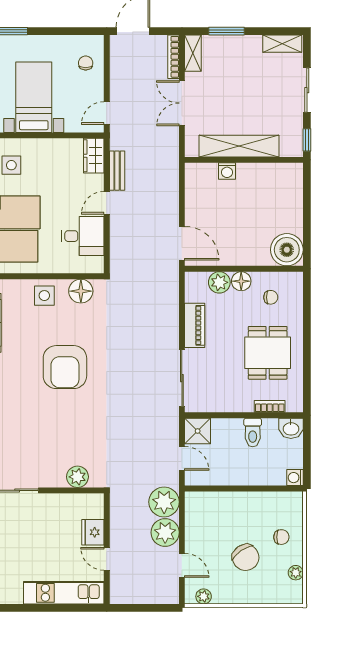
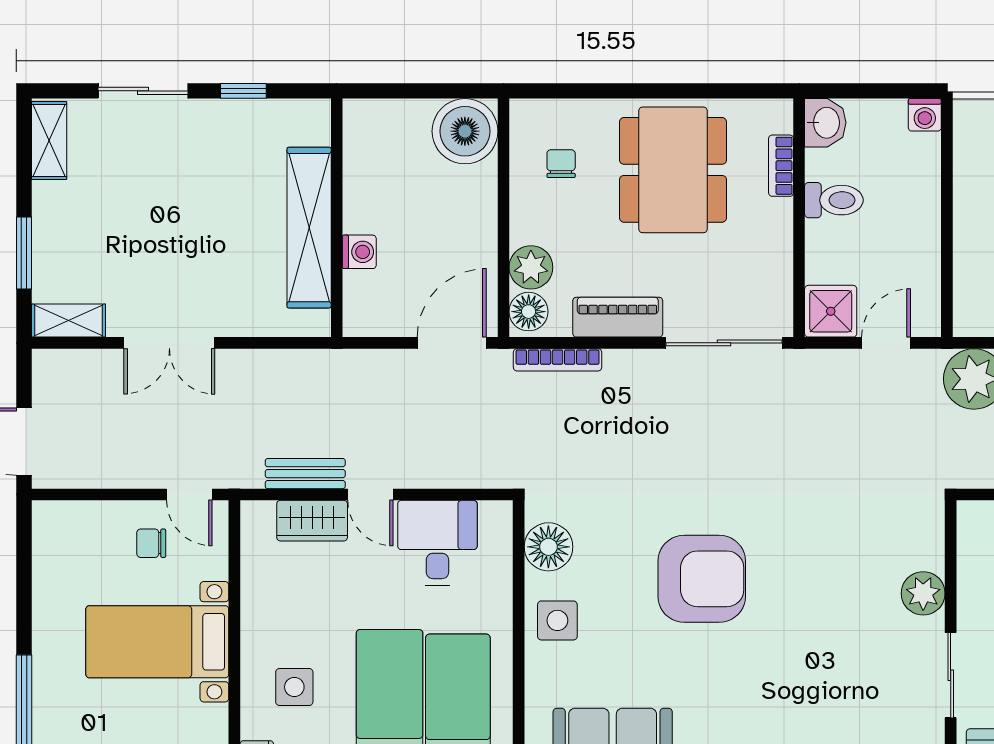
bookcase: (173, 57) -> (558, 360), moved
chair: (86, 63) -> (151, 543), moved
shelving: (239, 146) -> (309, 228), moved
wardrobe: (94, 156) -> (312, 521), moved
wall: (244, 160) -> (337, 218), moved
washing machine: (227, 171) -> (359, 252), moved
floor lamp: (241, 281) -> (529, 312), moved
dining table: (268, 353) -> (673, 170), width x1.38
plant: (77, 477) -> (923, 593), moved

